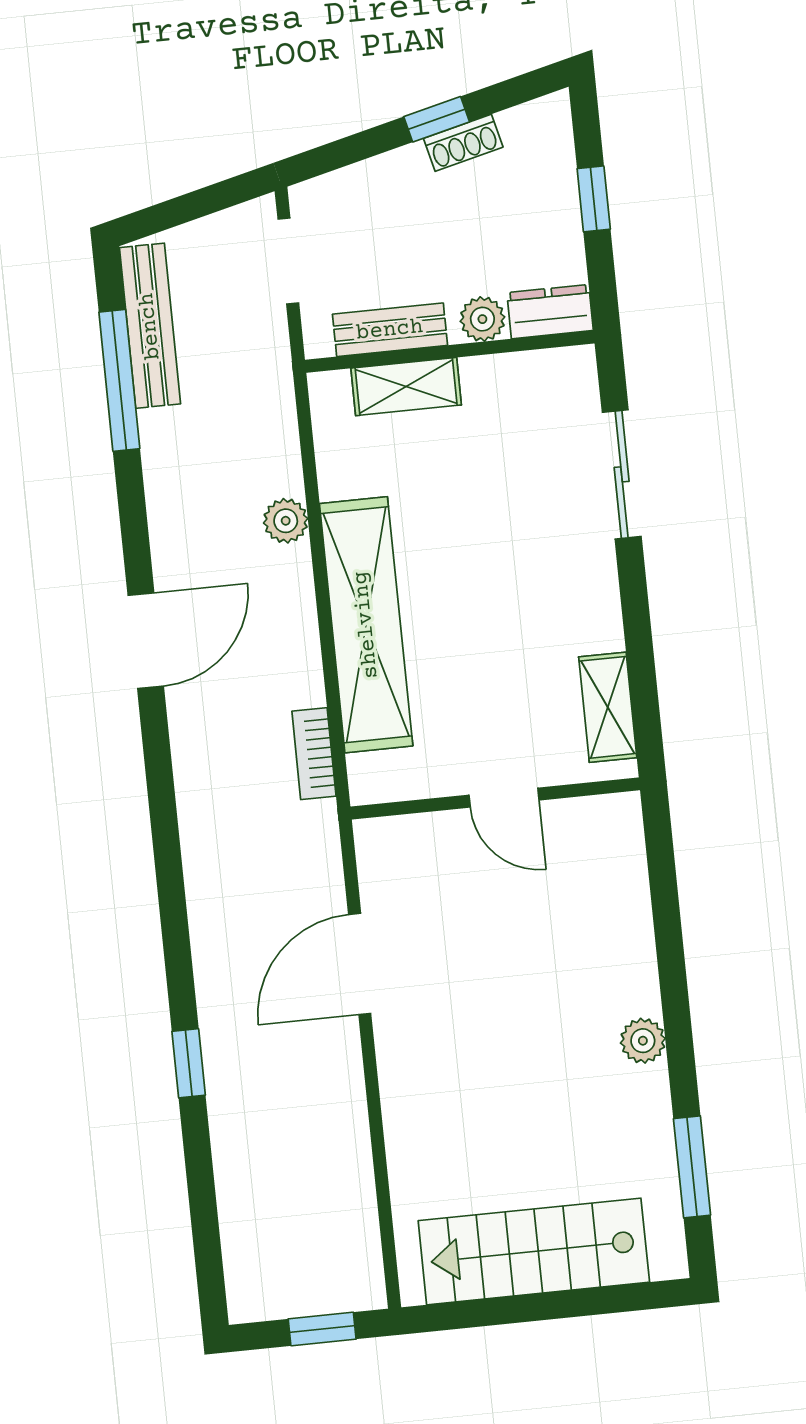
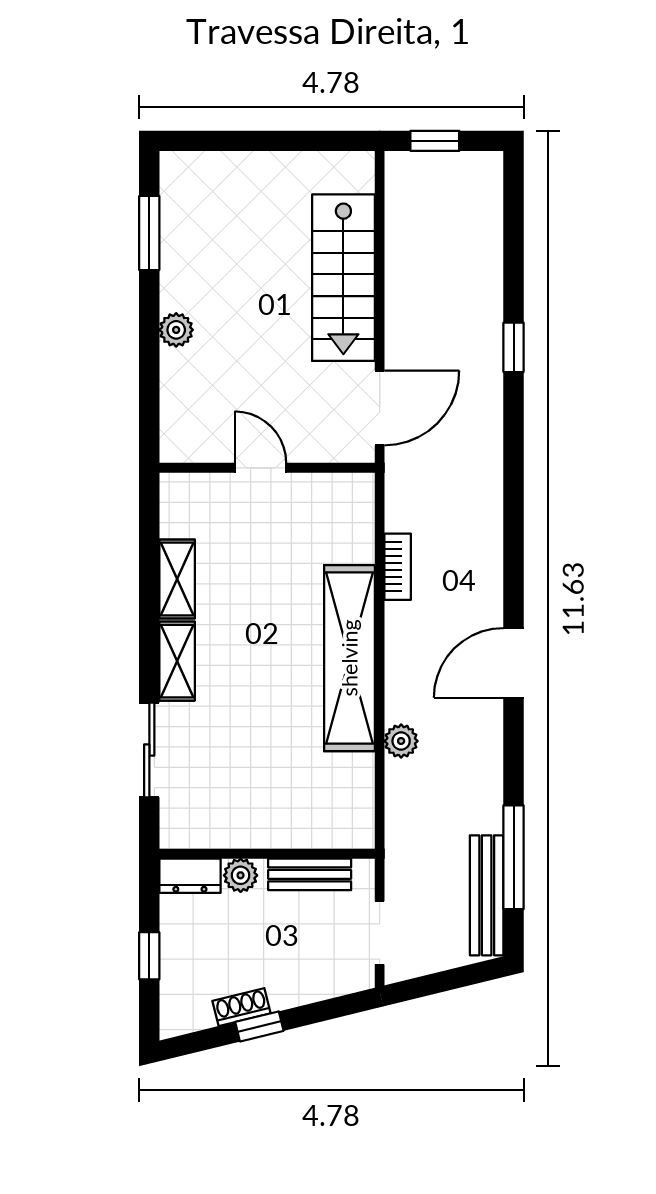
shelving: (406, 387) -> (177, 661), moved, turned 90
wall: (495, 798) -> (267, 468), moved
door: (504, 798) -> (260, 468), moved
stairs: (534, 1251) -> (343, 278), moved, turned 90

